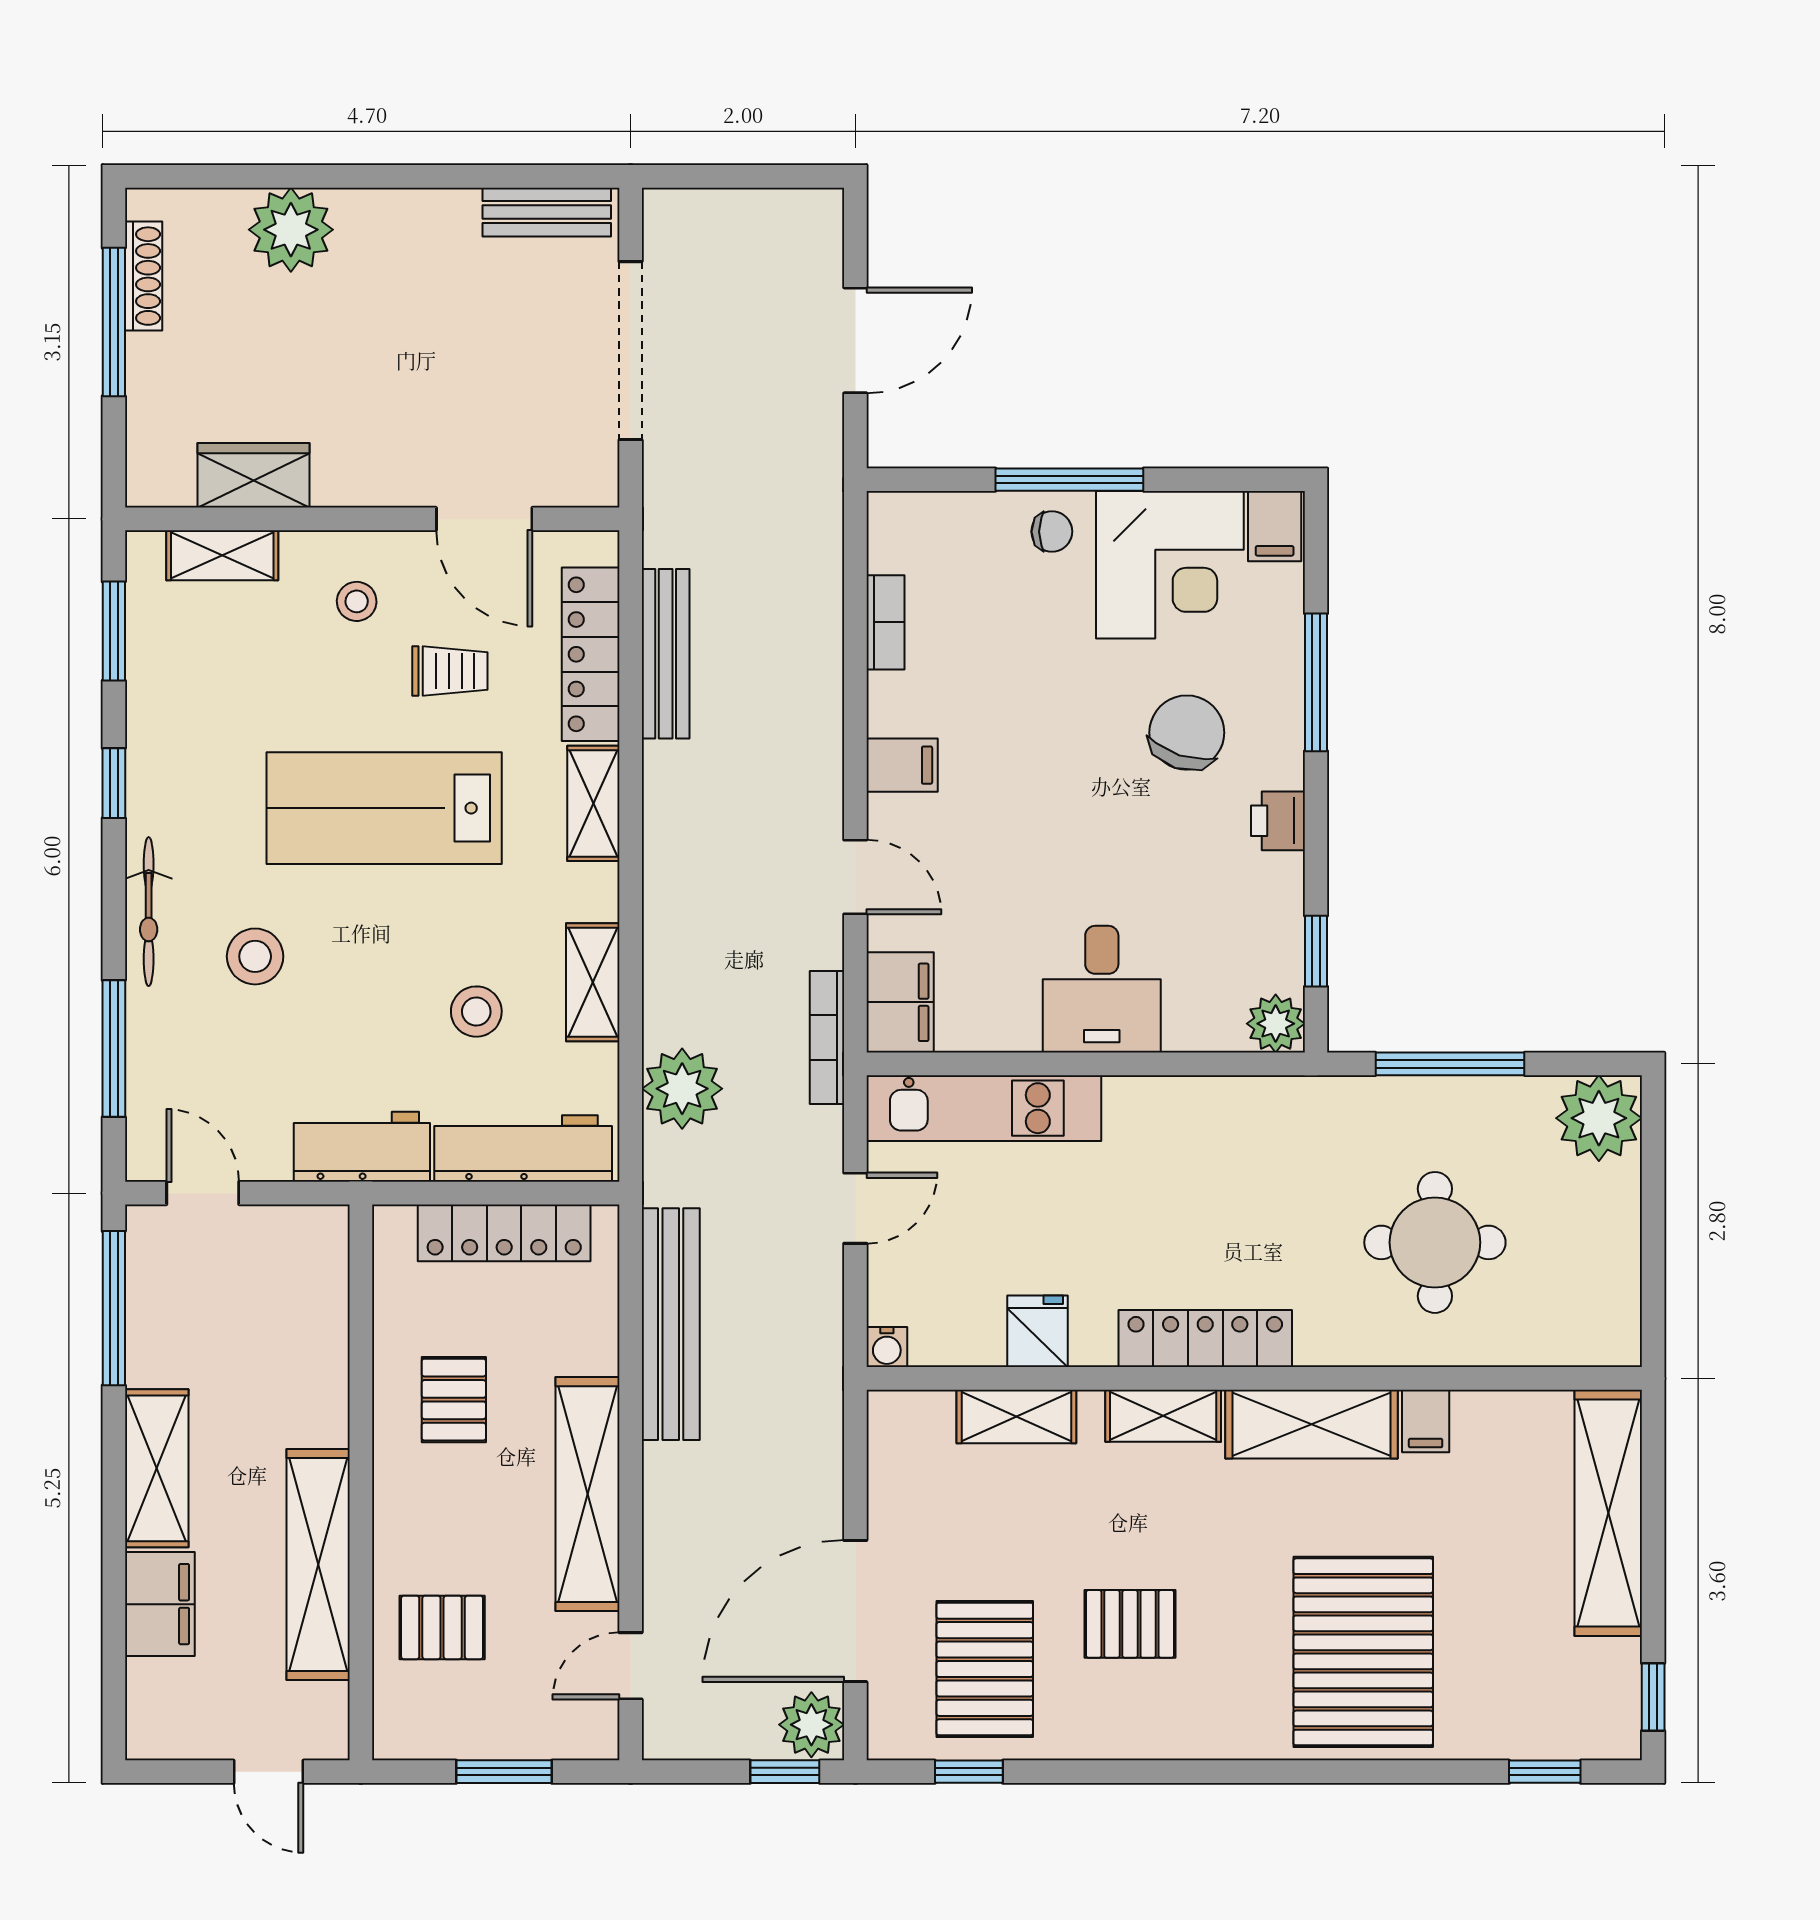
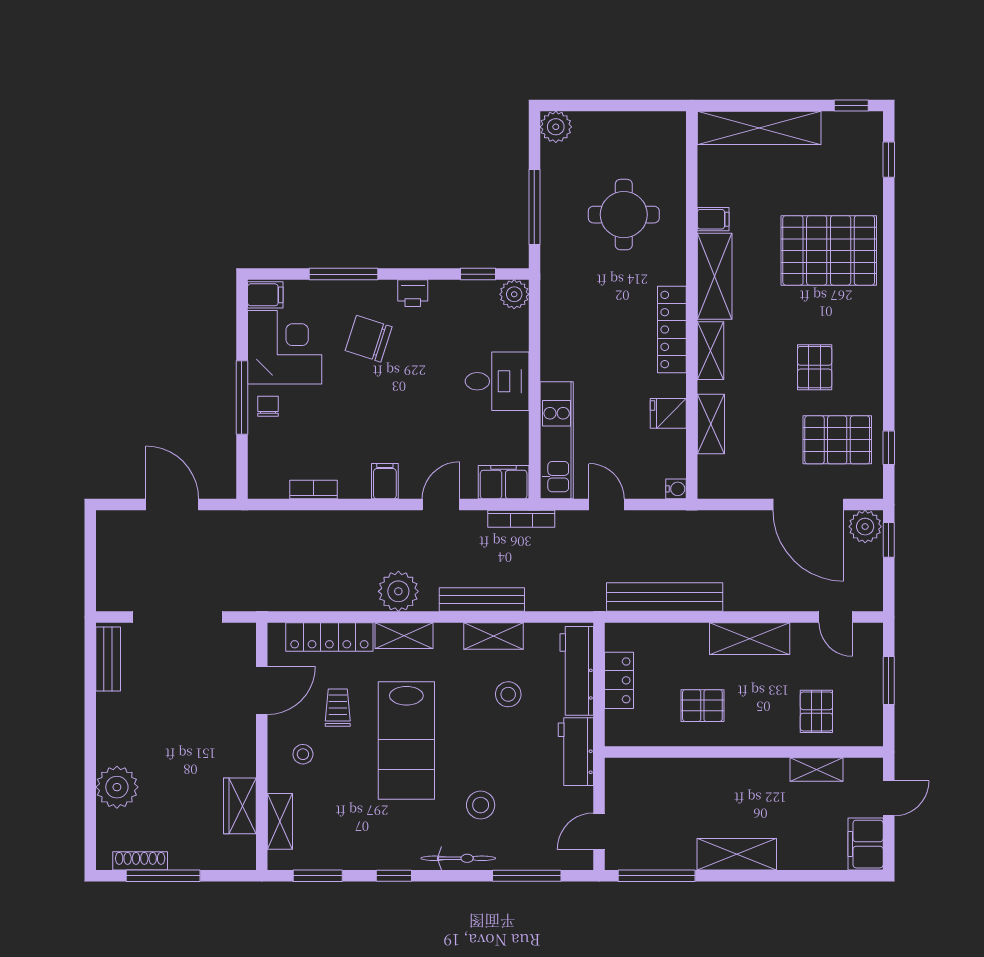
bench: (666, 654) -> (482, 600), moved
plant: (682, 1089) -> (398, 591), moved
plant: (1599, 1118) -> (556, 127), width x0.73, depth x0.73
locker: (504, 1233) -> (619, 680), width x0.66
shelving: (587, 1494) -> (750, 639), width x0.68
shelving: (318, 1564) -> (816, 769), width x0.45, depth x0.75
filing cabinet: (160, 1604) -> (866, 844), moved, turned -90

